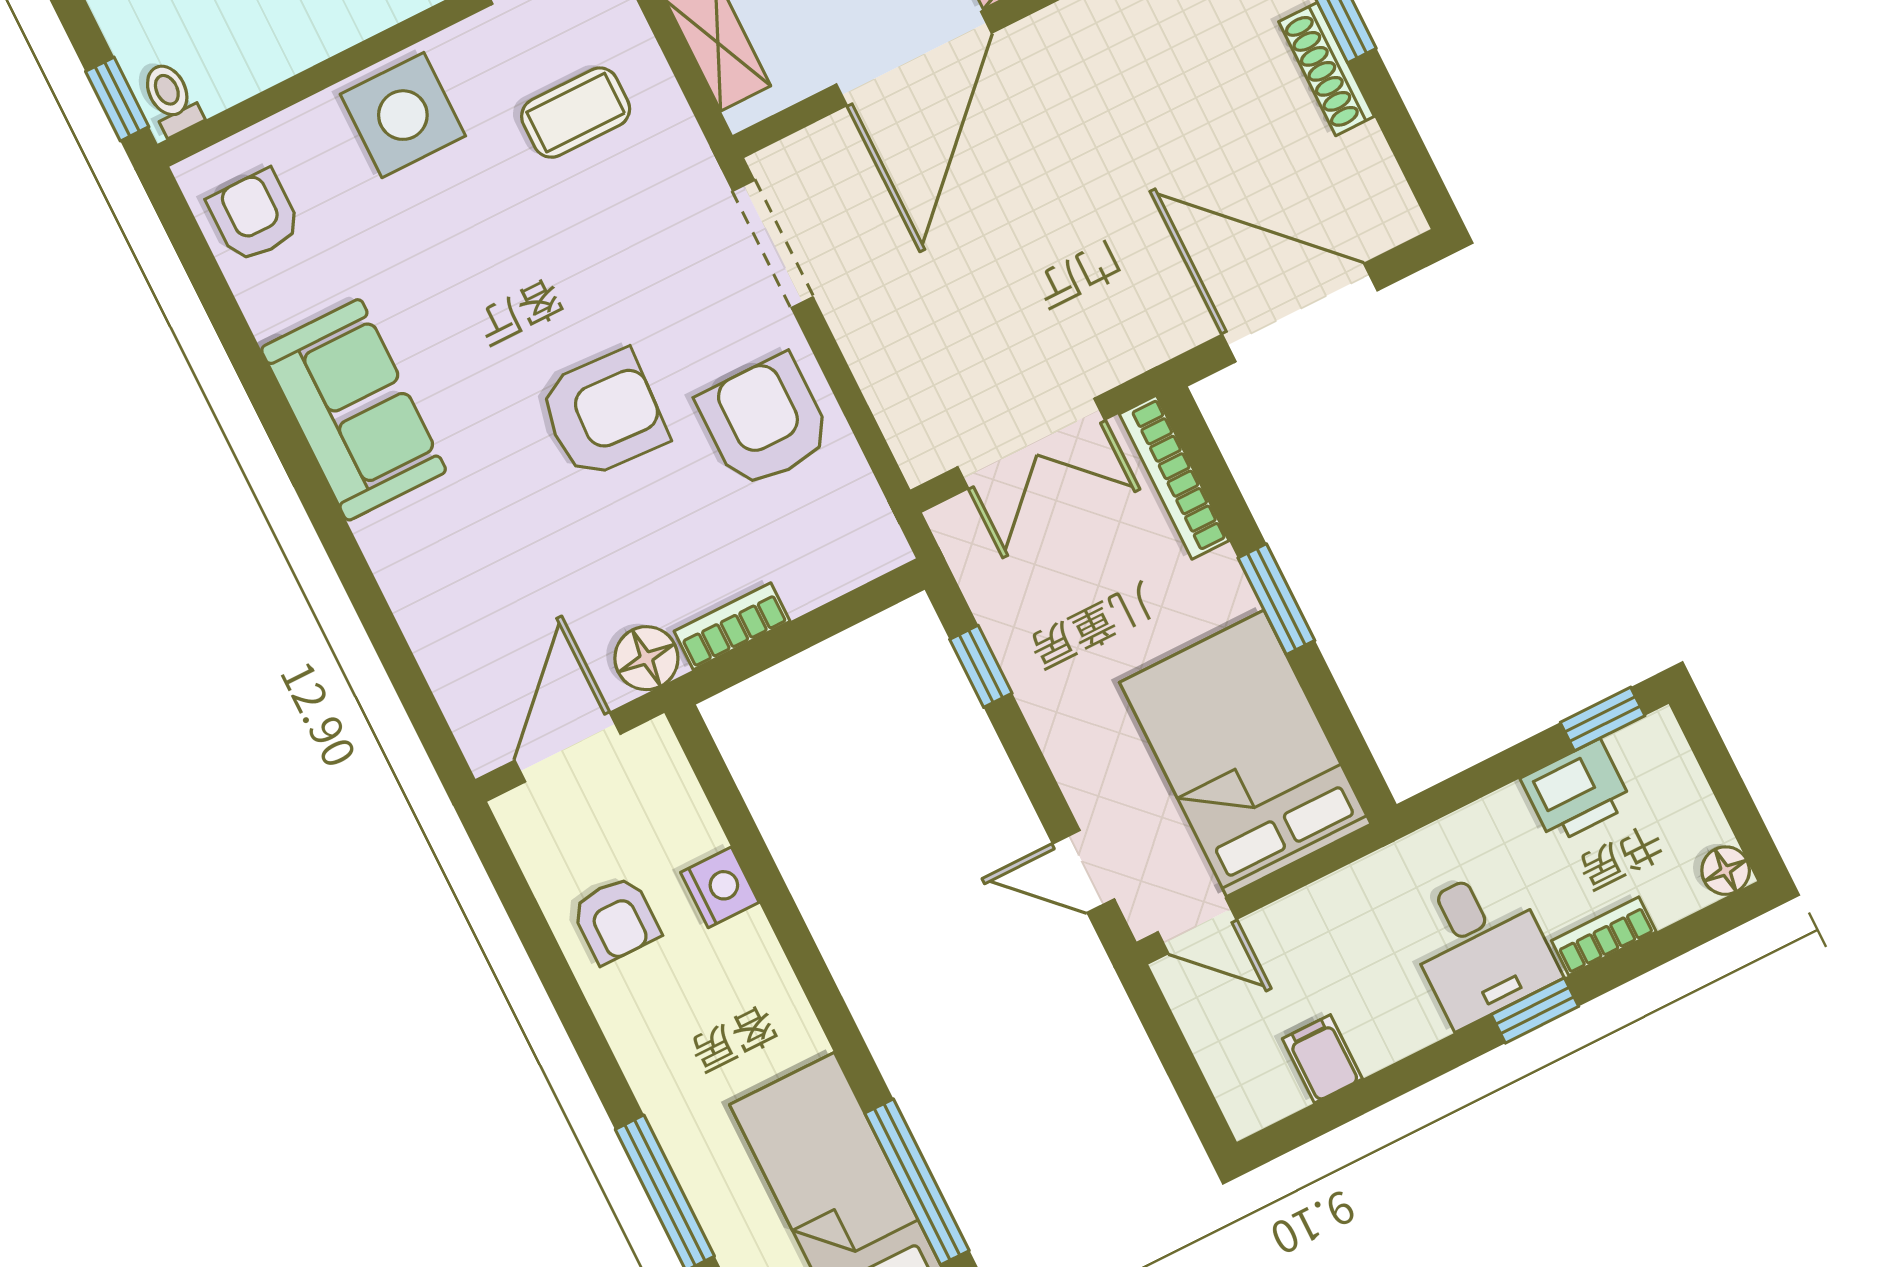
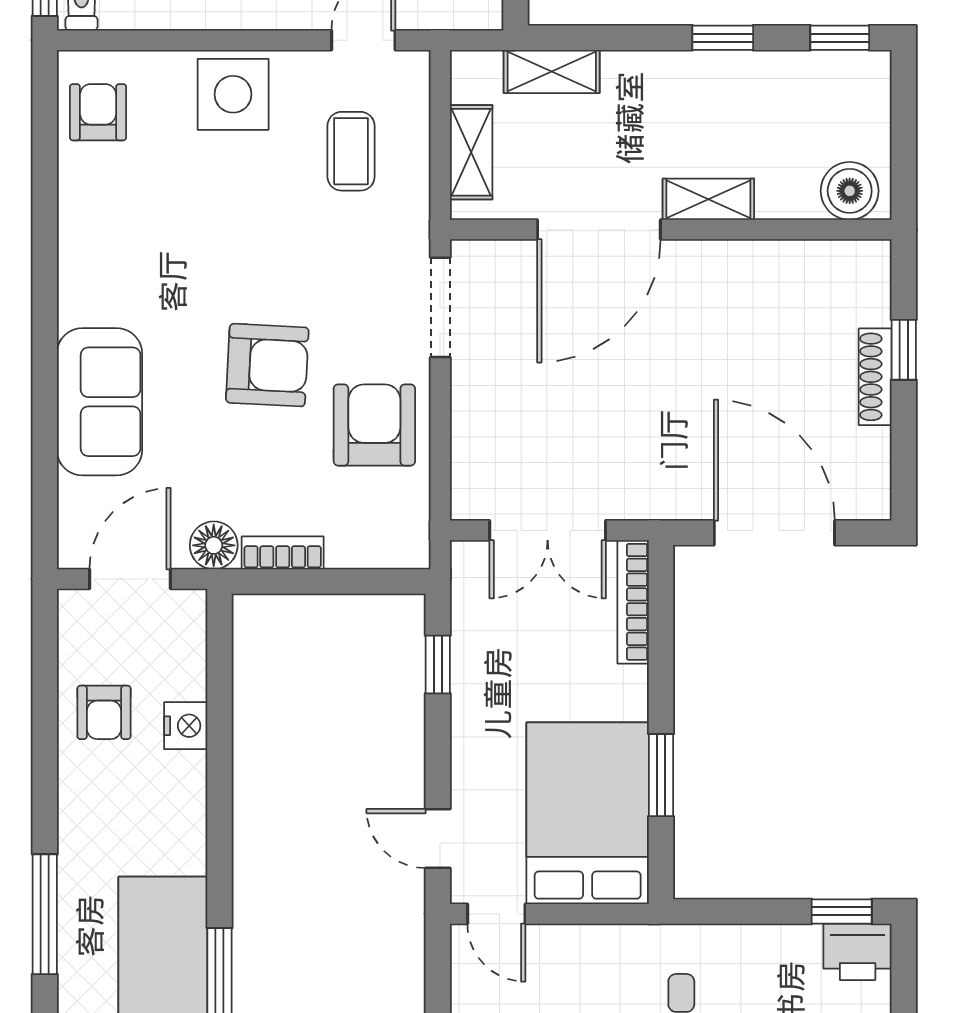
coffee table: (576, 113) -> (351, 151), turned 90
sofa: (354, 410) -> (99, 402), moved
window: (1276, 599) -> (661, 775), moved
printer: (1577, 792) -> (858, 952), moved

